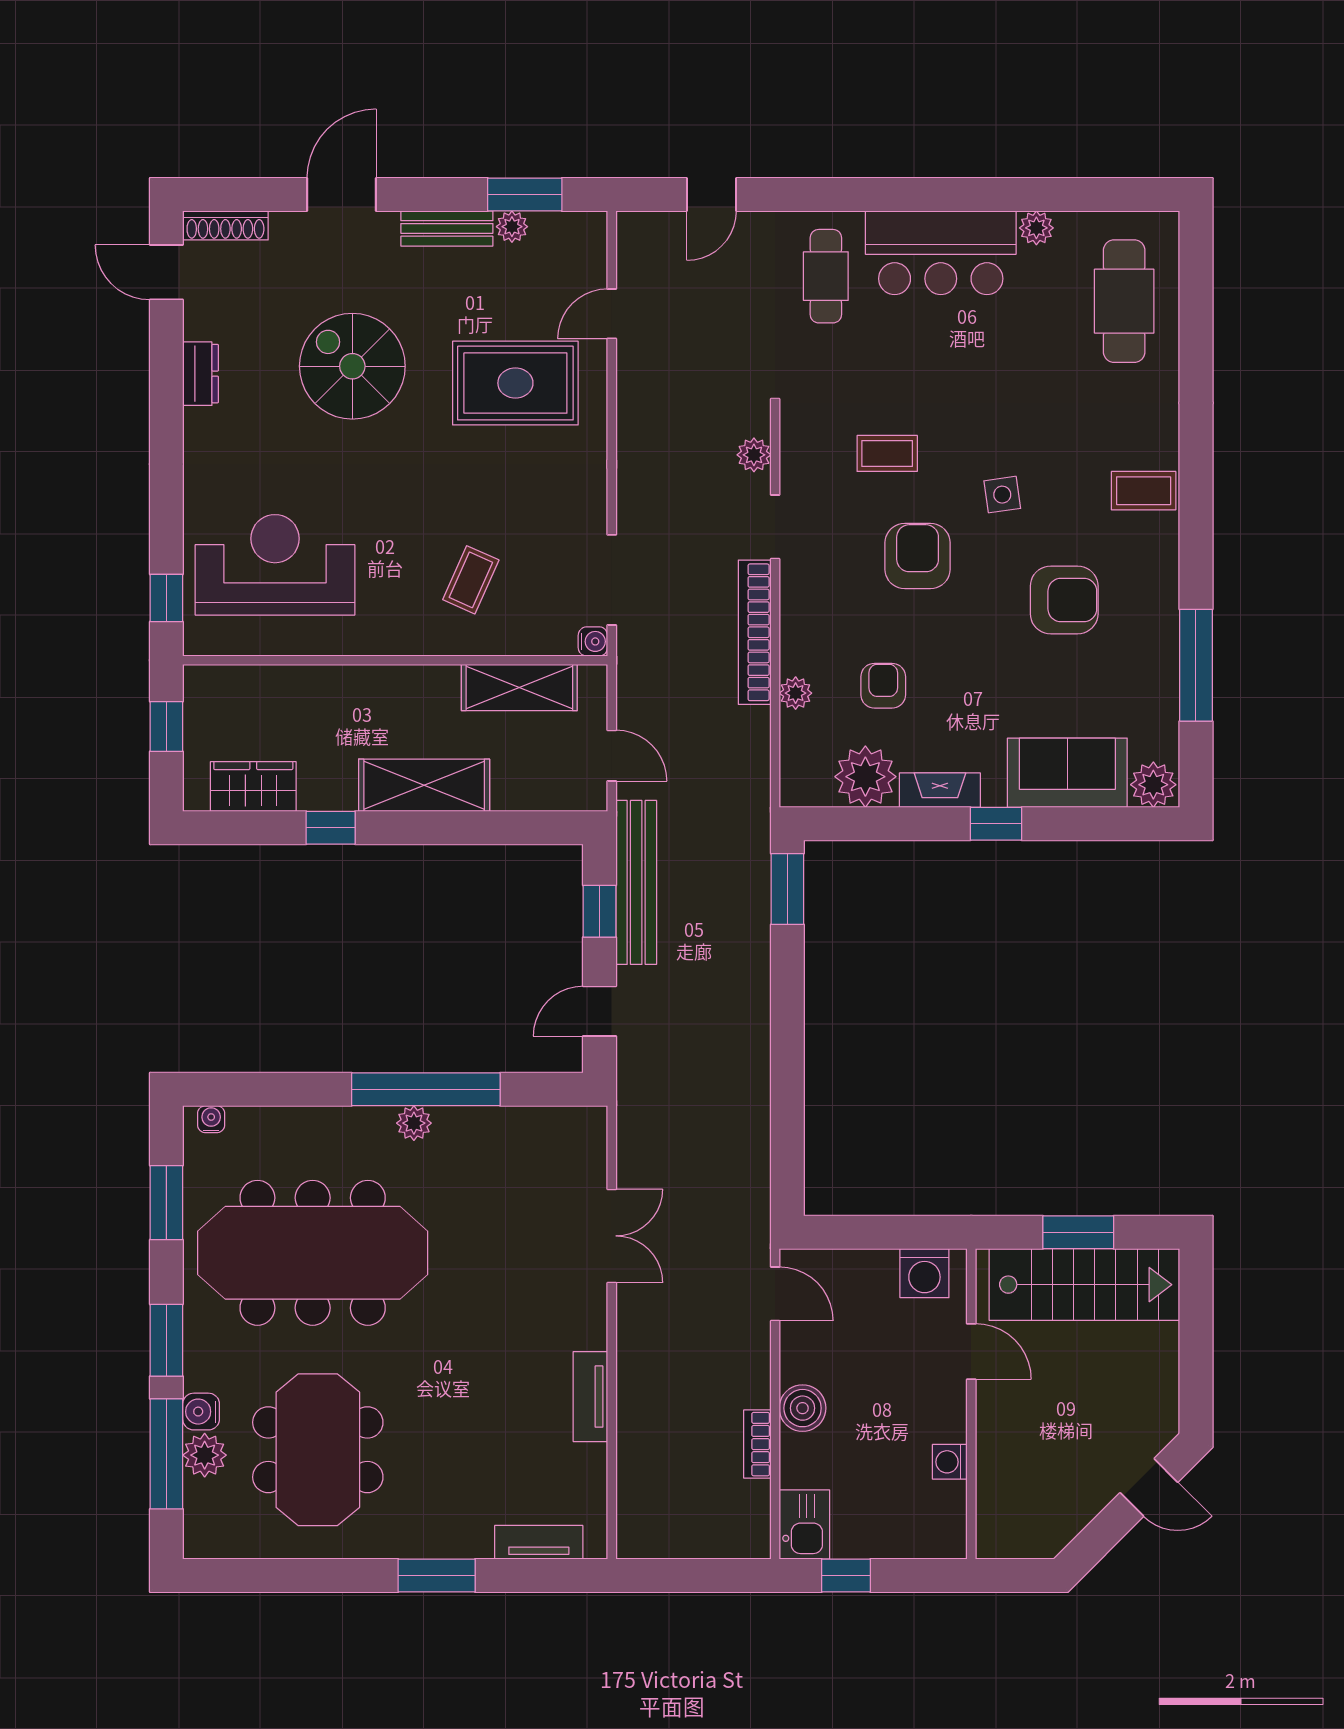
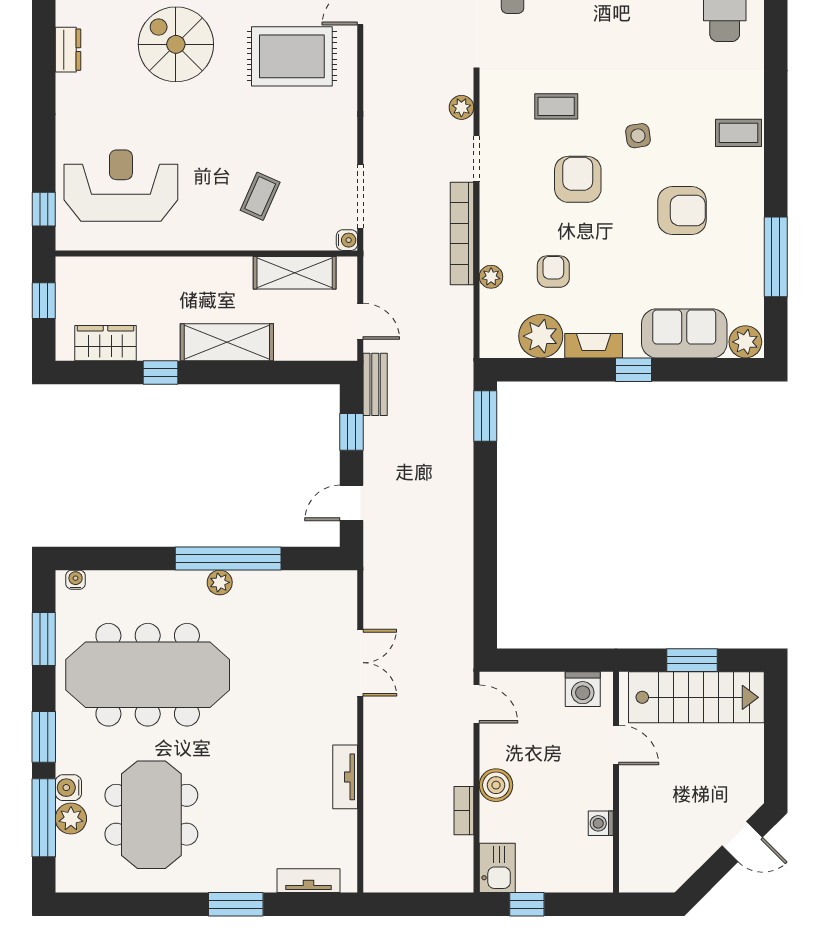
bench: (636, 882) -> (375, 384), width x0.54, depth x0.82

